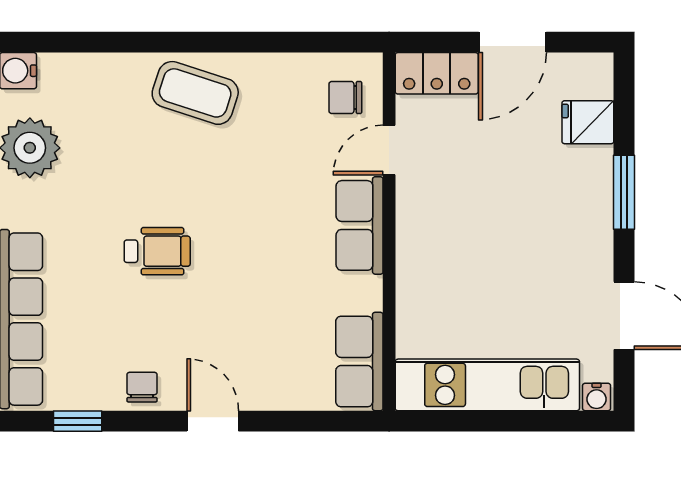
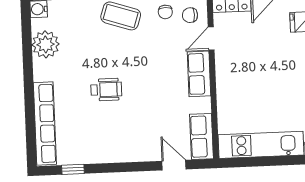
chair: (142, 387) -> (165, 12), moved, turned 180
door: (213, 421) -> (174, 165), moved

